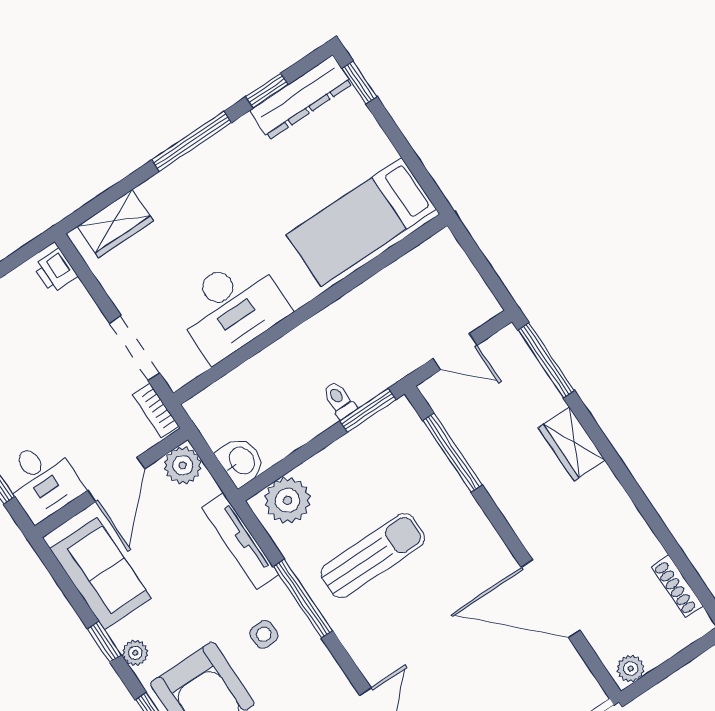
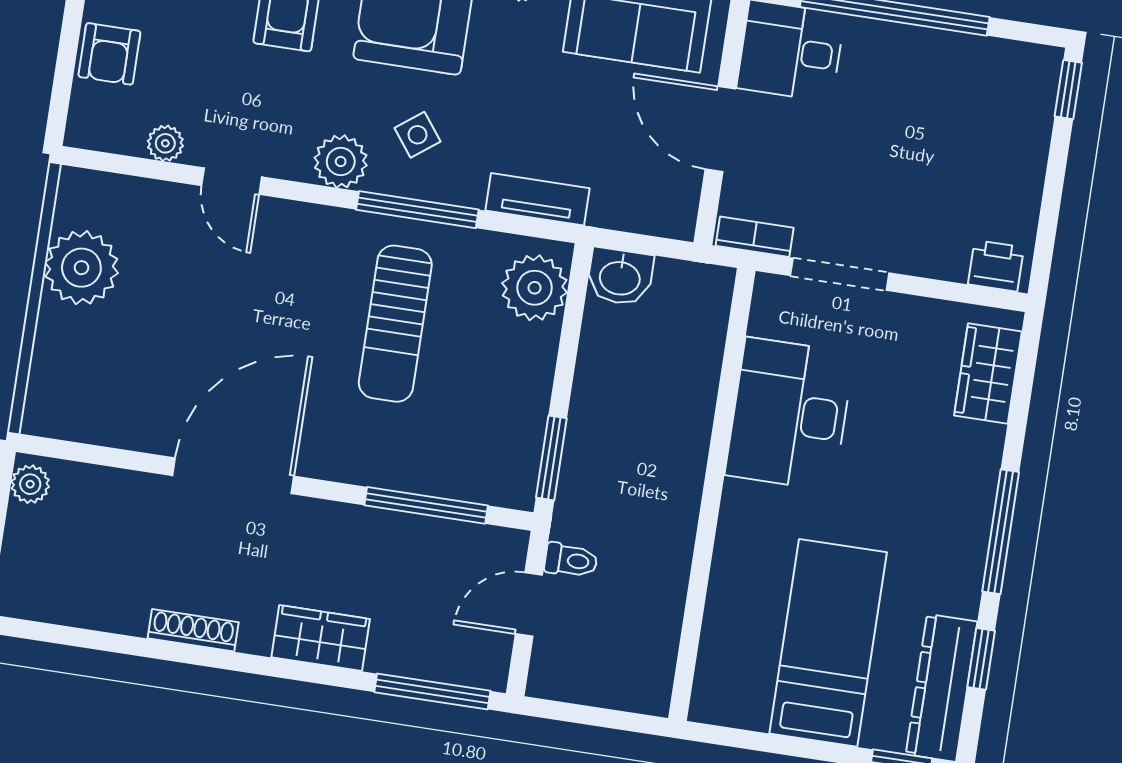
bed: (361, 222) -> (828, 643), moved
toilet: (339, 400) -> (571, 560), moved
plant: (183, 465) -> (341, 162), moved
tv unit: (240, 541) -> (537, 199), width x0.71
shoe rack: (677, 586) -> (193, 630), moved
door: (551, 599) -> (233, 476), moved
side table: (264, 634) -> (418, 135), turned -37

